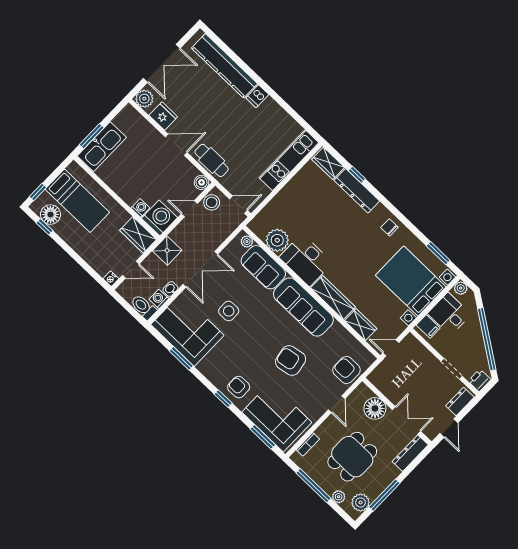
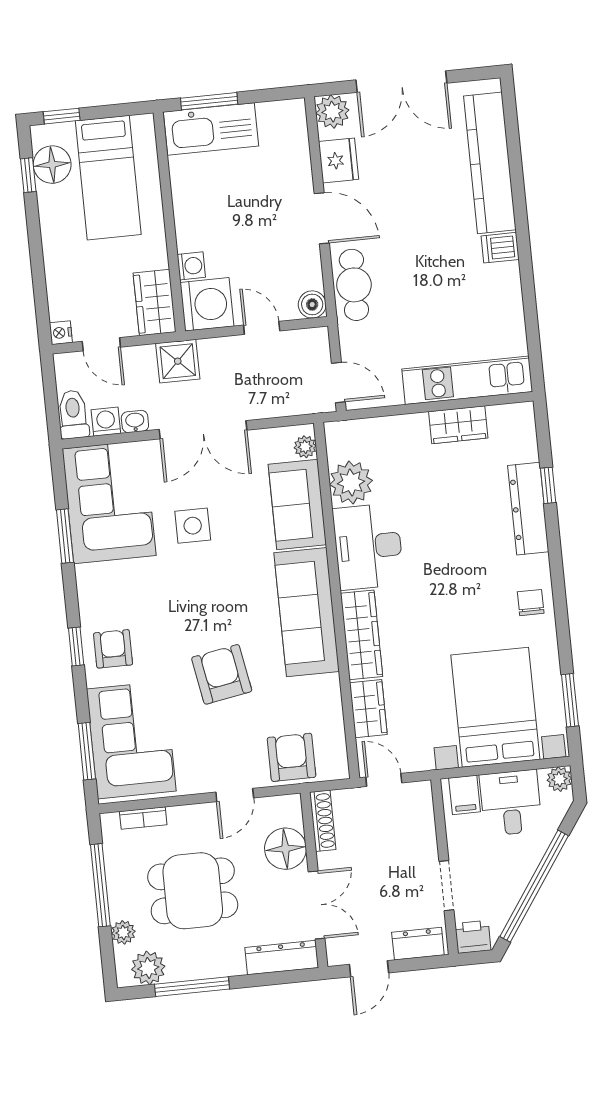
wardrobe: (328, 163) -> (458, 425), moved, turned -90
stool: (212, 202) -> (302, 346), removed
shoe rack: (380, 385) -> (323, 821), added

